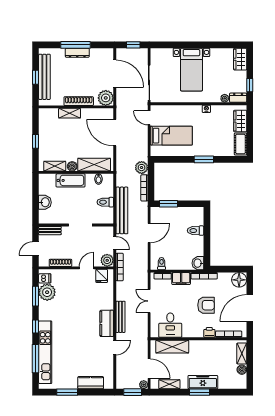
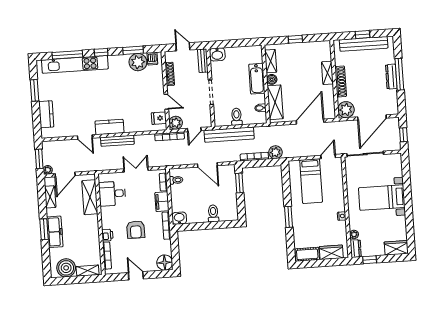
washbasin: (45, 202) -> (217, 54), moved
door: (250, 308) -> (136, 276), width x0.53
boiler: (242, 370) -> (66, 268), width x1.86, depth x1.86

